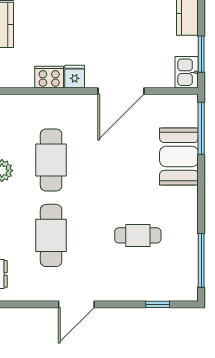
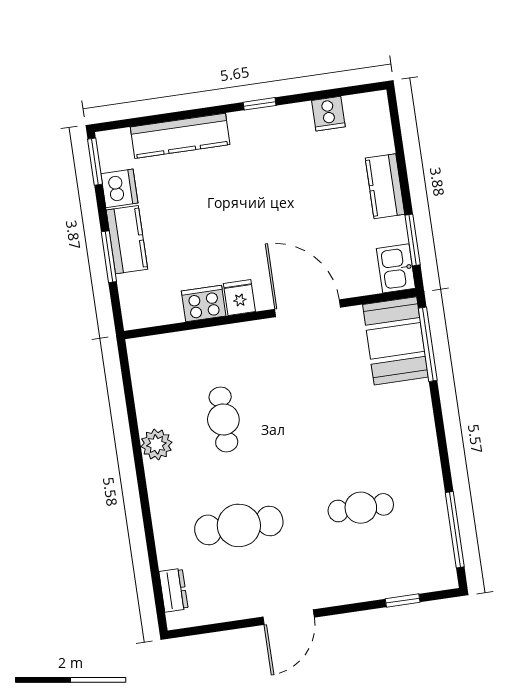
door: (121, 91) -> (308, 308), swing flipped
booth: (179, 156) -> (395, 341), moved
cafe table: (51, 160) -> (223, 419), width x0.73, depth x0.74
cafe table: (51, 235) -> (239, 525), turned 90

